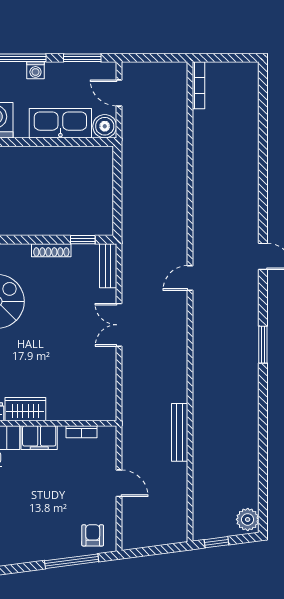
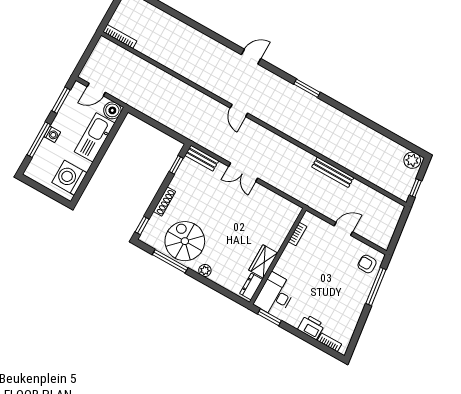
shoe rack: (51, 250) -> (164, 202), moved
filing cabinet: (39, 438) -> (286, 263), removed

